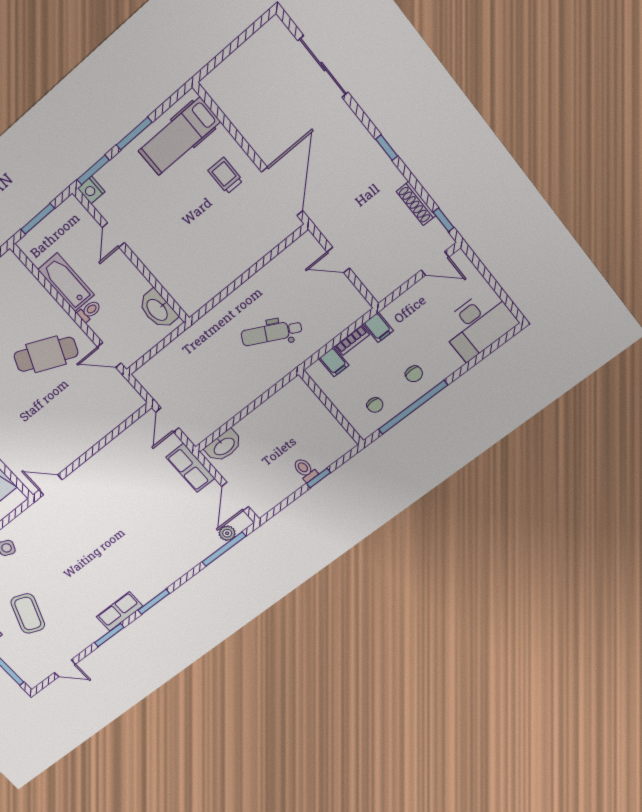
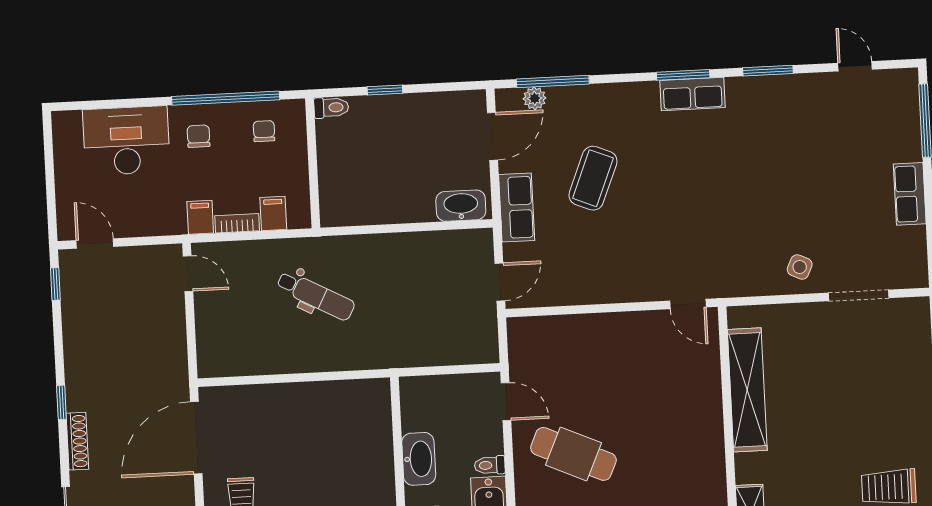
shoe rack: (416, 204) -> (77, 441), moved
door: (338, 260) -> (188, 274), moved
washbasin: (158, 309) -> (419, 459), moved
desk: (478, 324) -> (126, 141), moved
toilet: (305, 470) -> (331, 108), moved, turned -90
row of seats: (120, 611) -> (693, 94), moved
coffee table: (28, 614) -> (593, 178), moved

